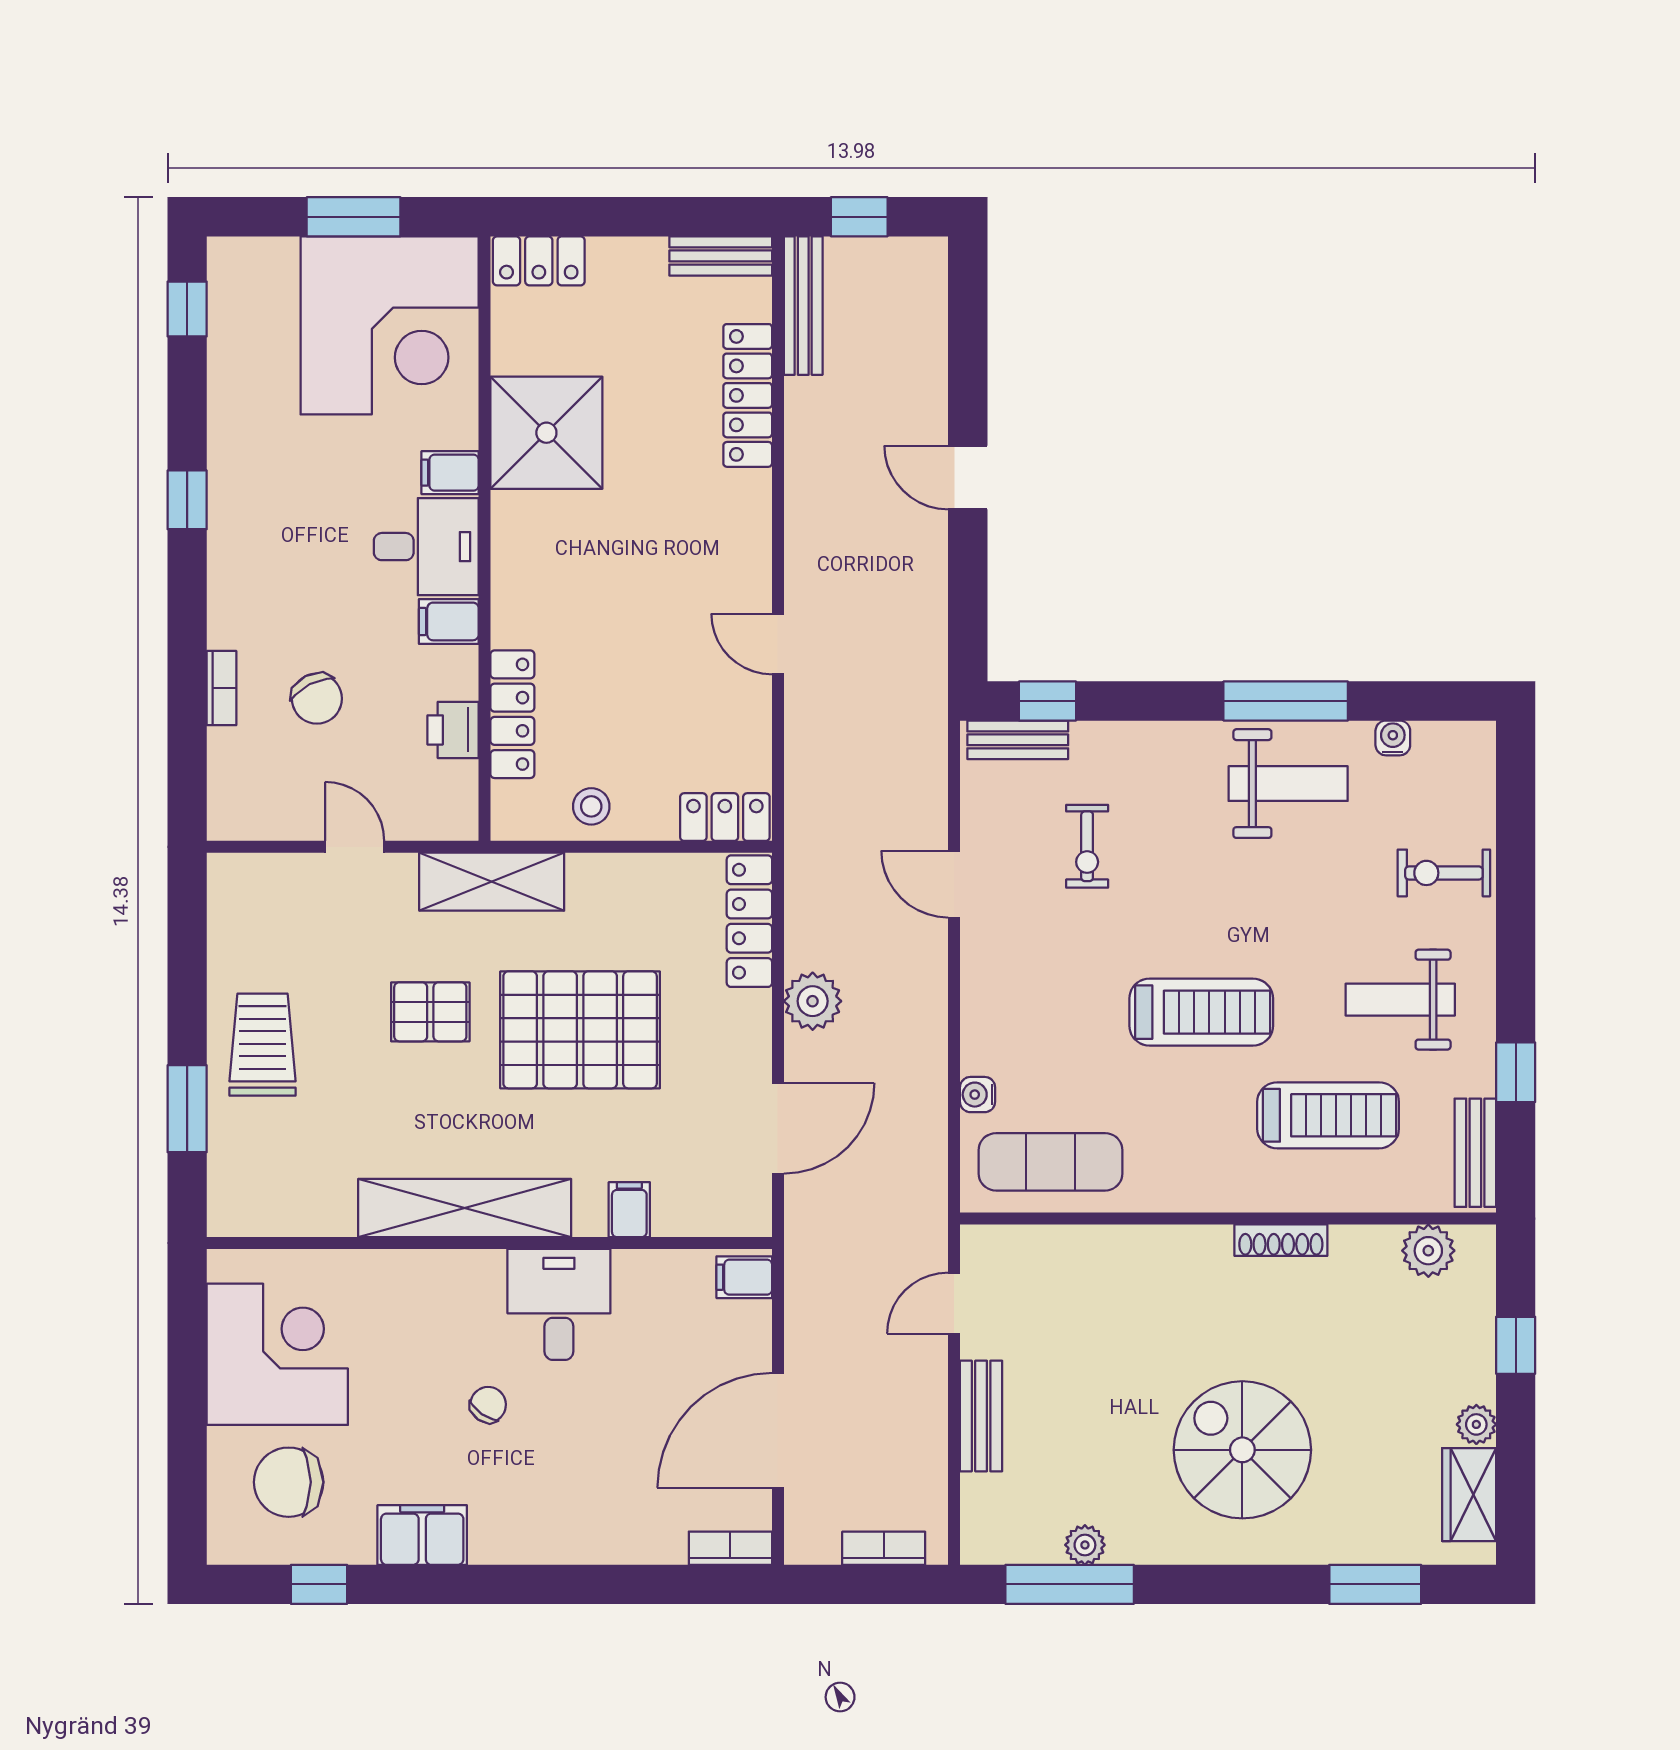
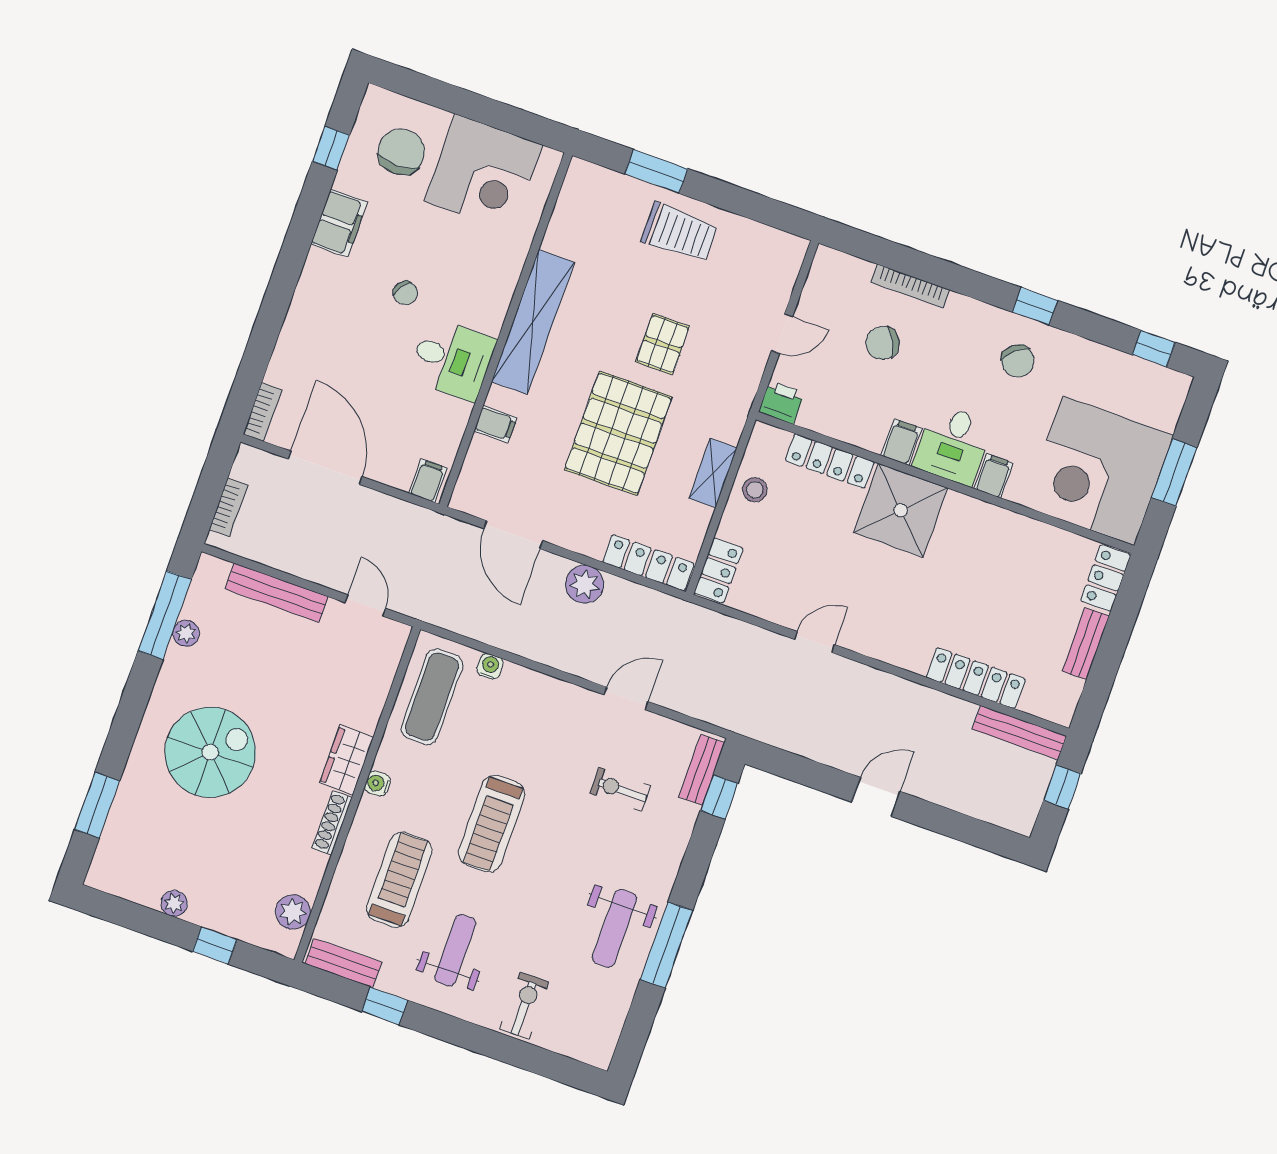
bench: (721, 256) -> (1086, 644), moved
shower: (546, 433) -> (901, 510), moved
chair: (274, 497) -> (1018, 361), added
bookcase: (222, 688) -> (910, 286), width x1.56
printer: (453, 730) -> (781, 402), moved
water cooler: (1393, 738) -> (378, 784), moved, turned 180
shelving: (492, 882) -> (713, 473), moved, width x0.67, depth x0.75
treadmill: (1328, 1115) -> (399, 880), turned 180
bench: (981, 1416) -> (277, 593), width x1.36
wardrobe: (1469, 1495) -> (347, 760), moved, turned -90

